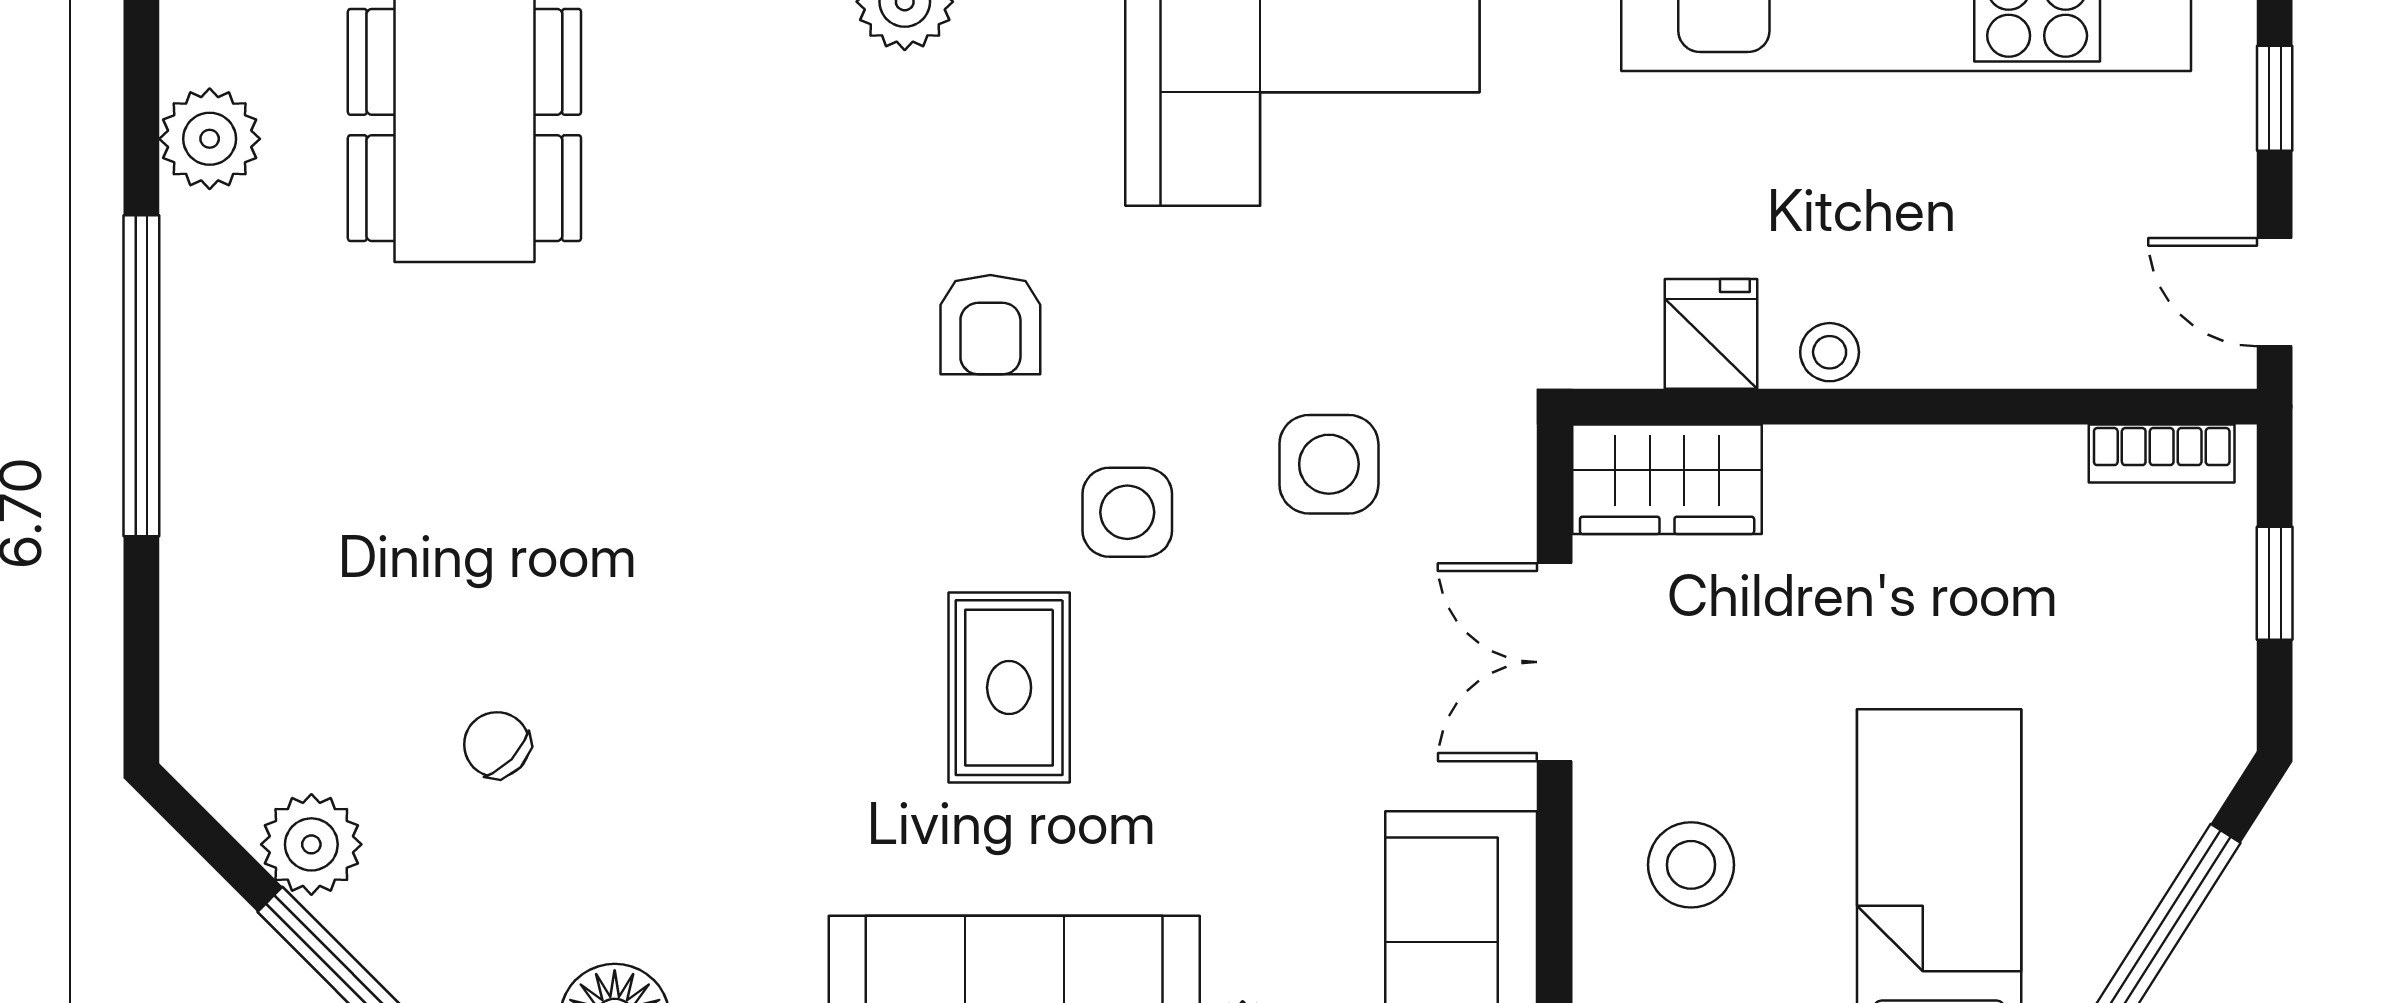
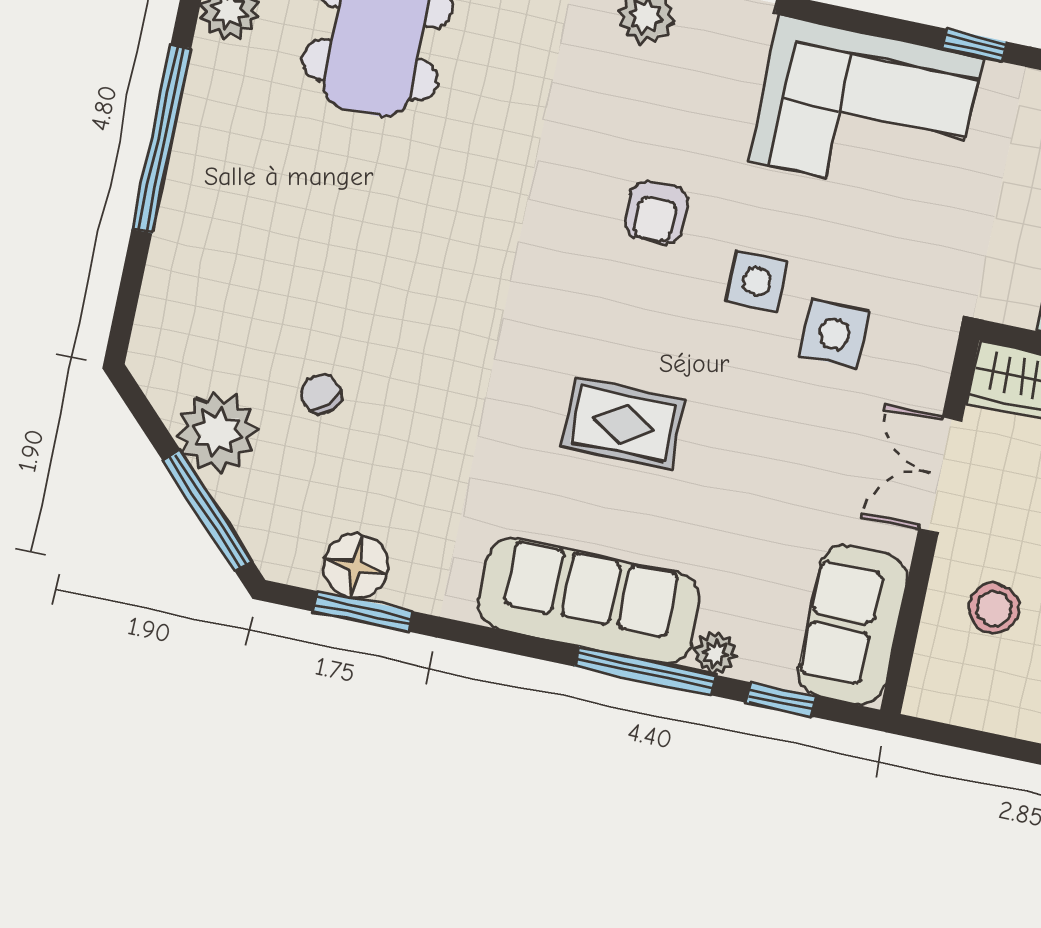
side table: (1127, 512) -> (757, 281), moved
rug: (1009, 688) -> (623, 424), turned 90
plant: (311, 844) -> (217, 432), width x1.36, depth x1.36

